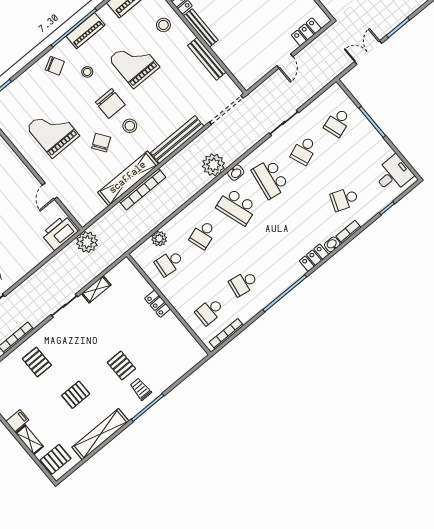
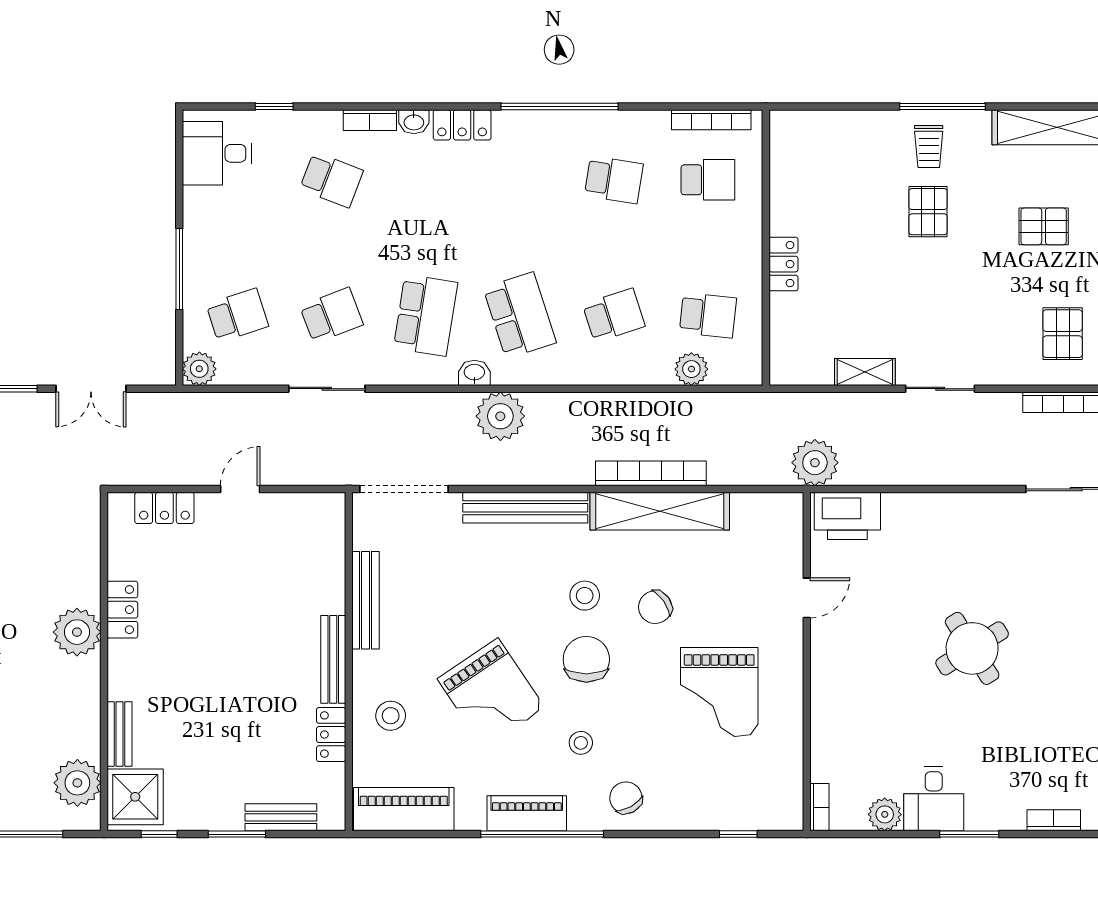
grand piano: (134, 63) -> (491, 693), turned -34
plant: (335, 92) -> (199, 369), added

